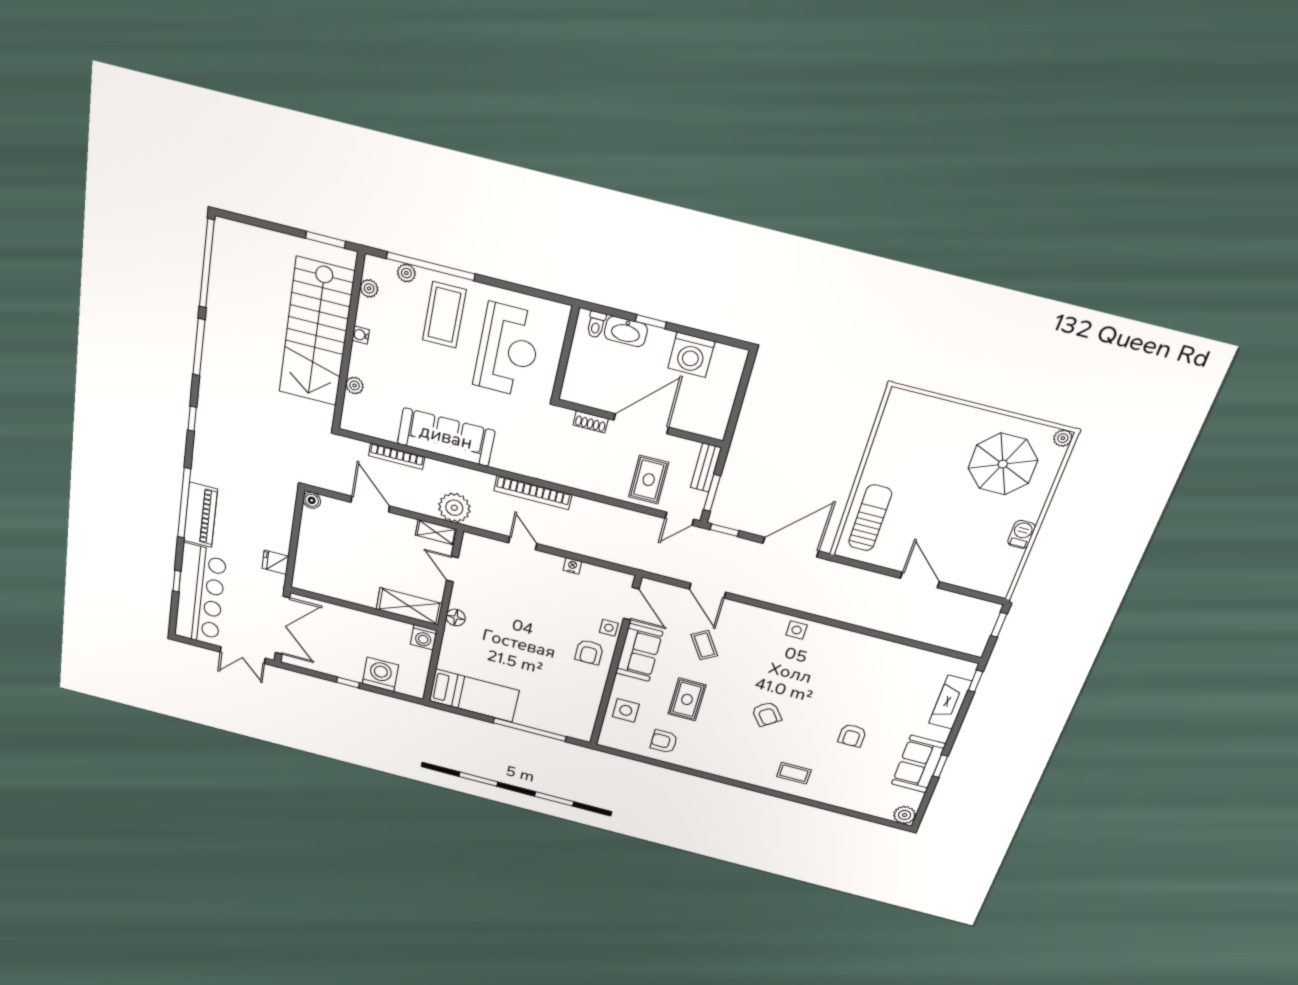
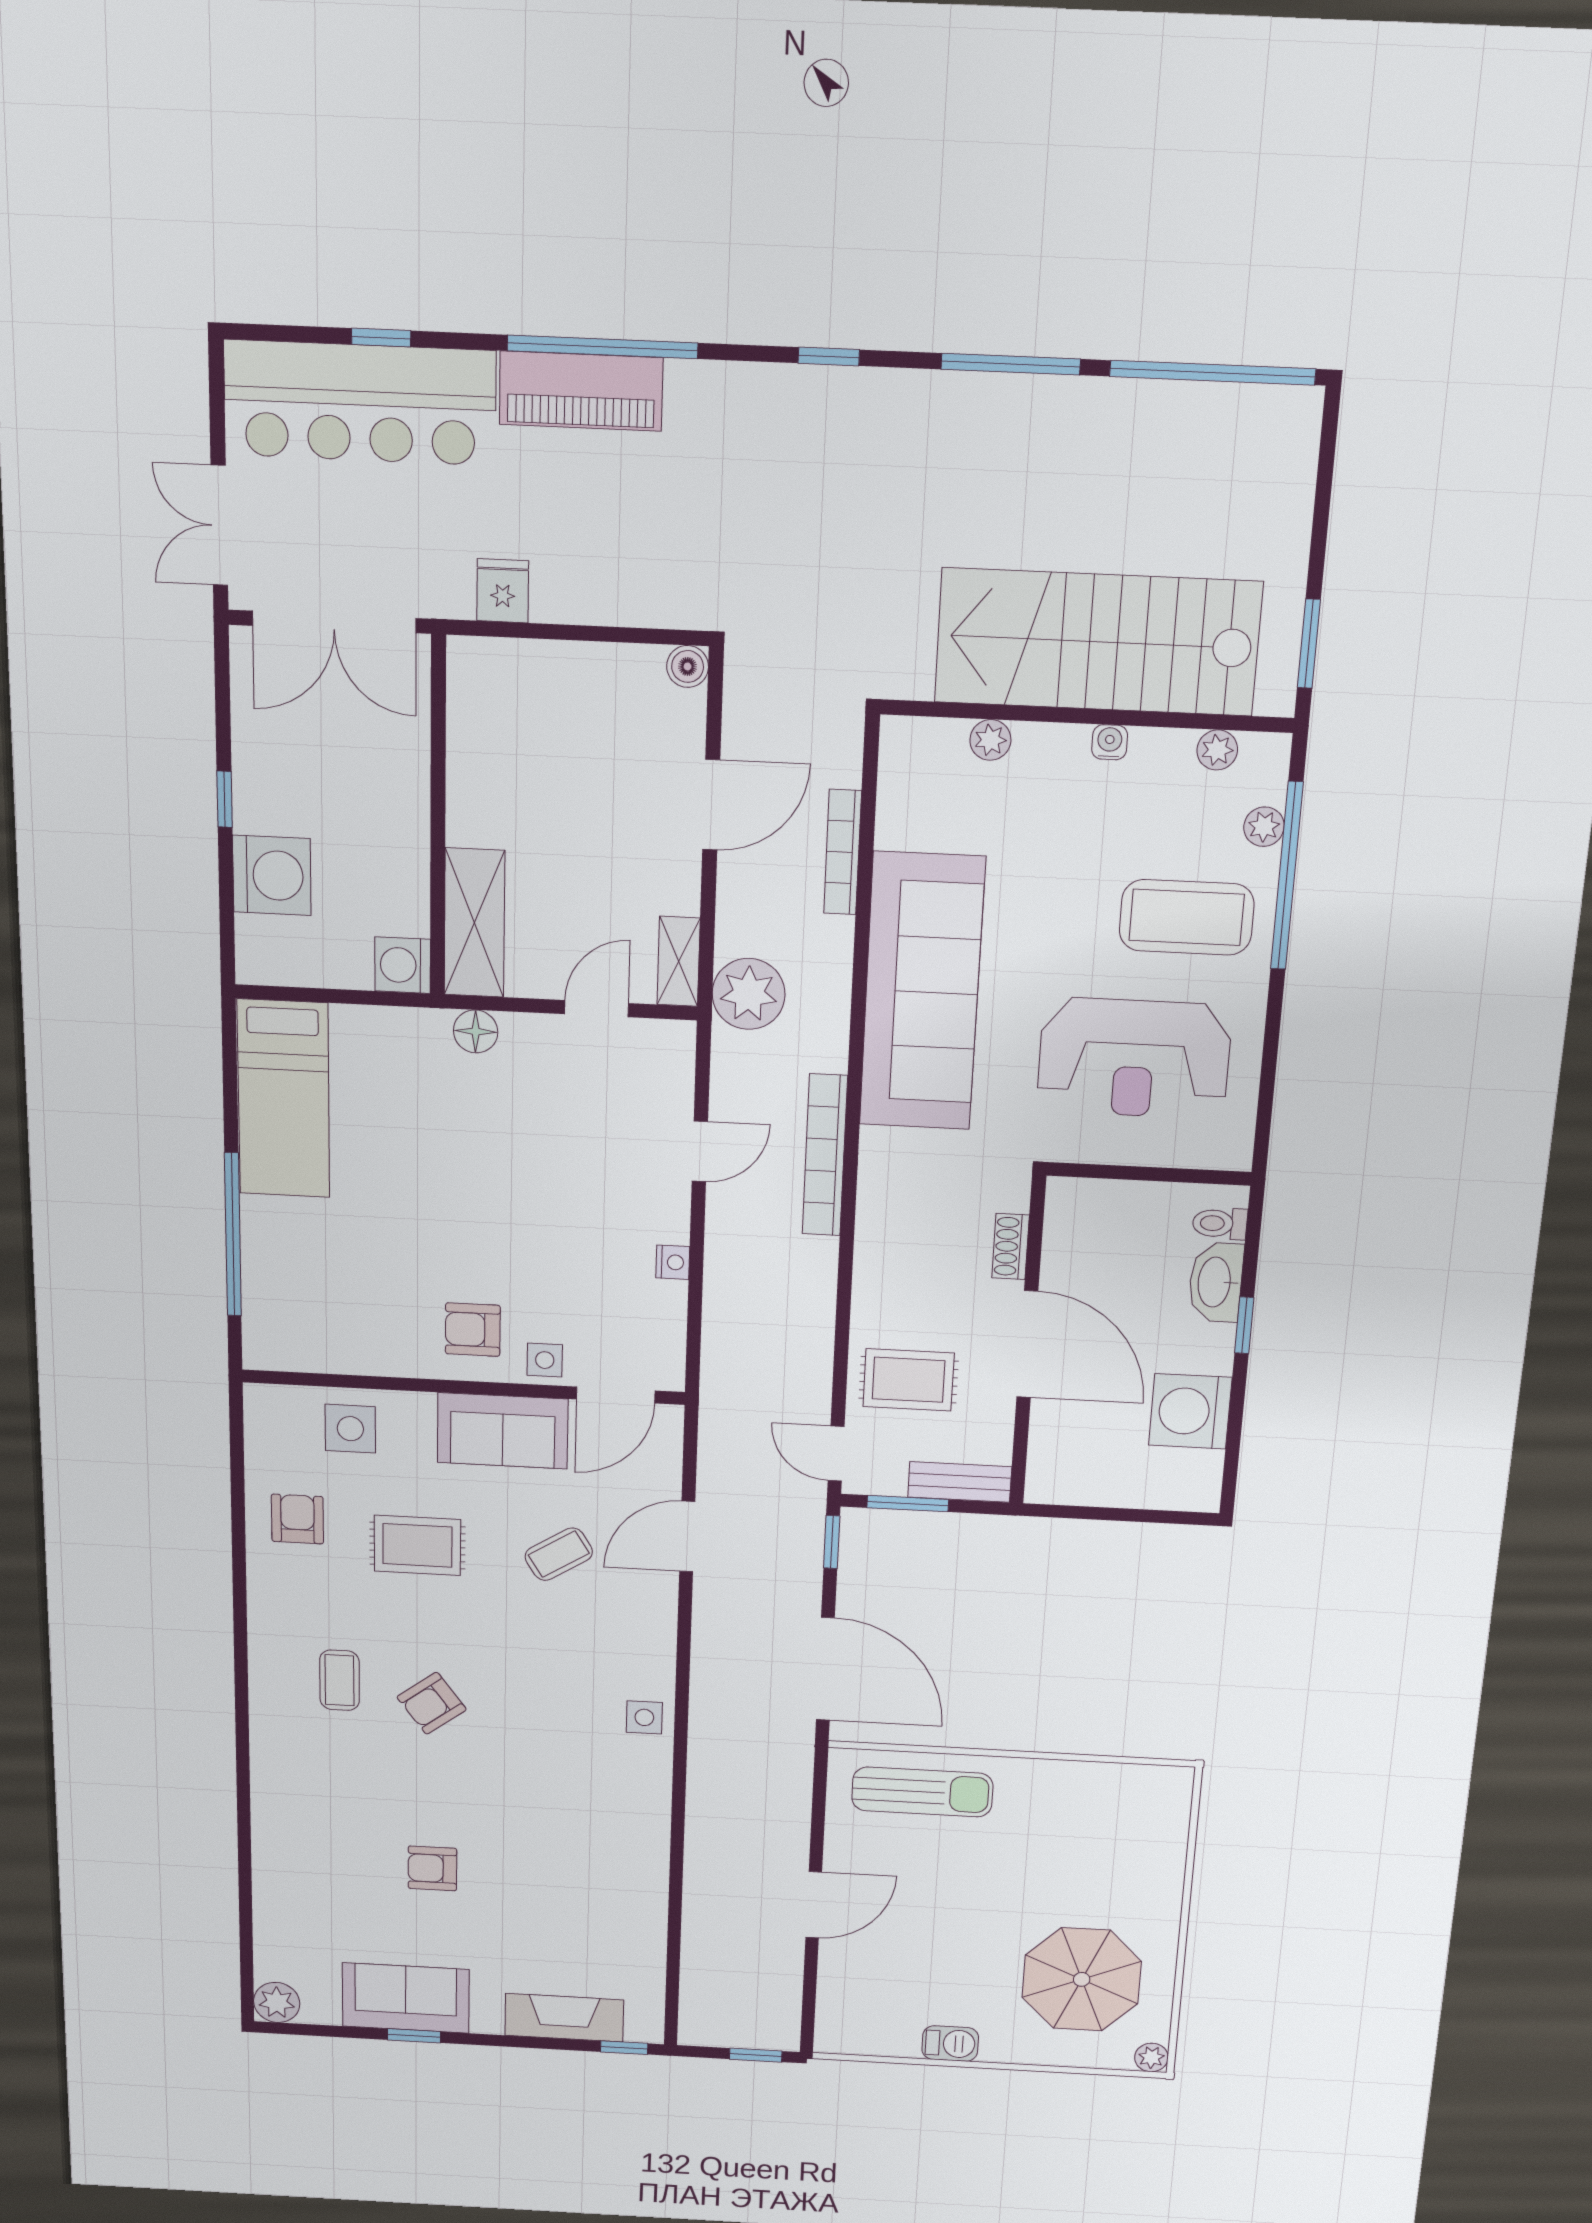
sofa: (446, 437) -> (922, 992), width x1.36, depth x1.27
coffee table: (794, 773) -> (340, 1680), moved

